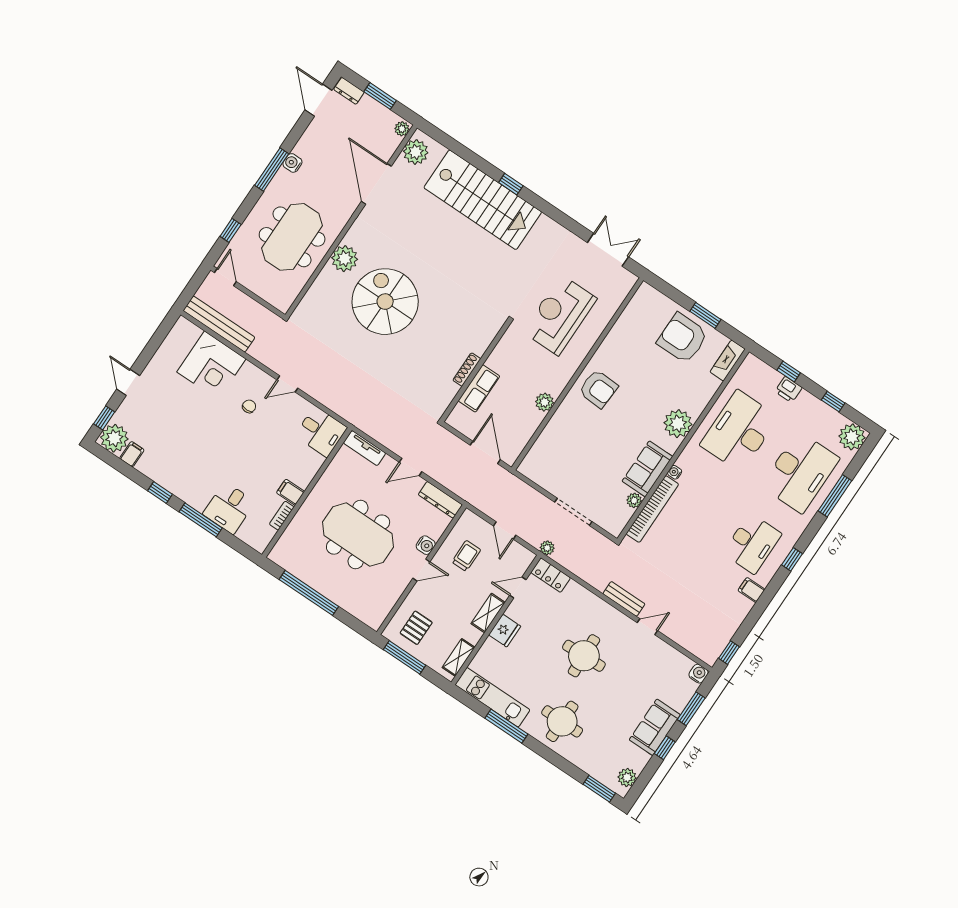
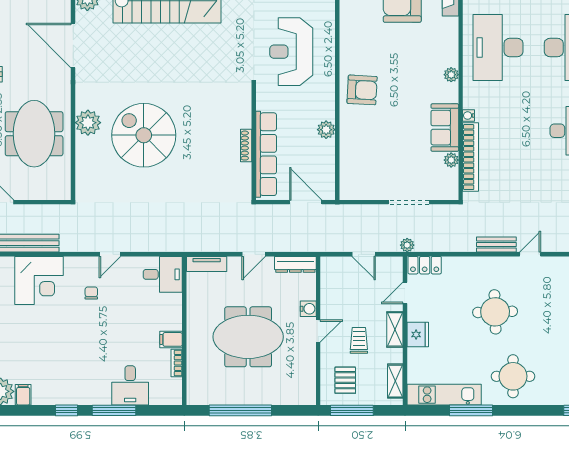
row of seats: (479, 388) -> (266, 154), width x2.02
plant: (678, 424) -> (451, 75), width x0.53, depth x0.53
trolley: (466, 556) -> (359, 340), moved

